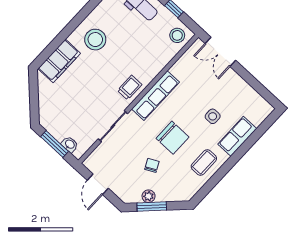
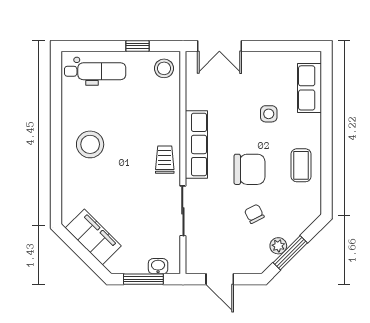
filing cabinet: (59, 61) -> (93, 237), moved, turned -45
row of seats: (237, 136) -> (309, 88), moved

